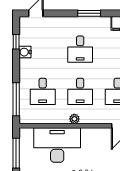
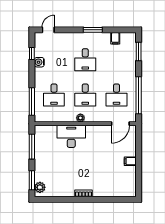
desk: (57, 145) -> (71, 136), width x0.73, depth x0.77

